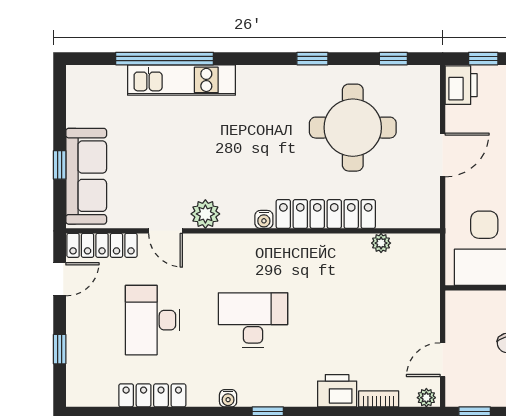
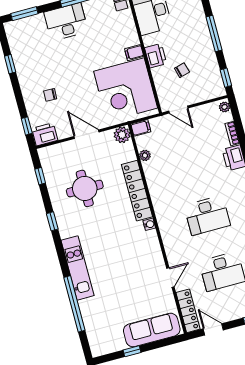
kitchen unit: (182, 80) -> (78, 268), moved
round table: (353, 128) -> (85, 188), width x0.73, depth x0.73
window: (60, 165) -> (132, 351), moved
plant: (205, 214) -> (122, 135), moved
filing cabinet: (429, 248) -> (141, 128), added
desk: (253, 320) -> (207, 215), turned -90
door: (443, 360) -> (178, 110), moved

